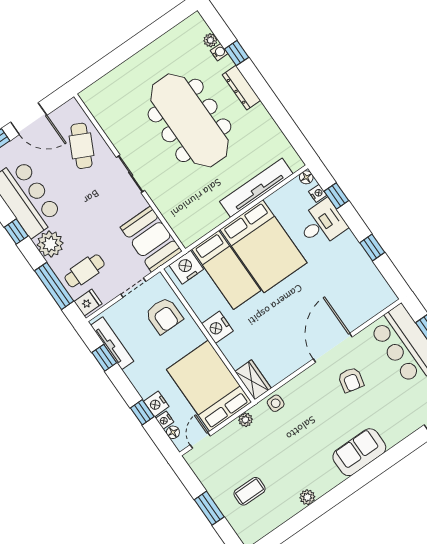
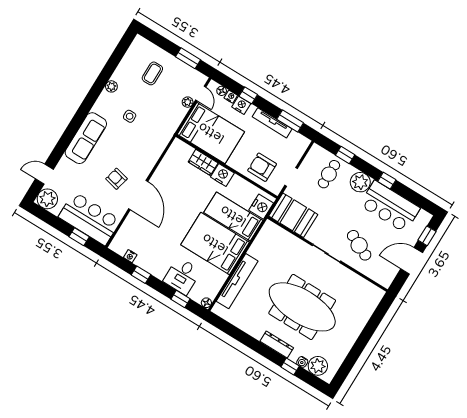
plant: (210, 40) -> (318, 366), width x1.87, depth x1.87
cafe table: (81, 146) -> (359, 245), moved
nightstand: (318, 193) -> (130, 256), moved
window: (54, 286) -> (345, 155), width x0.46
fridge: (88, 303) -> (317, 154), removed
tv unit: (112, 343) -> (272, 123), moved
window: (104, 358) -> (290, 121), width x1.50
wardrobe: (253, 380) -> (203, 162), moved
side table: (276, 403) -> (130, 116), moved
plant: (245, 420) -> (188, 102), moved
sofa: (359, 452) -> (86, 138), width x1.36
window: (209, 508) -> (188, 58), moved

